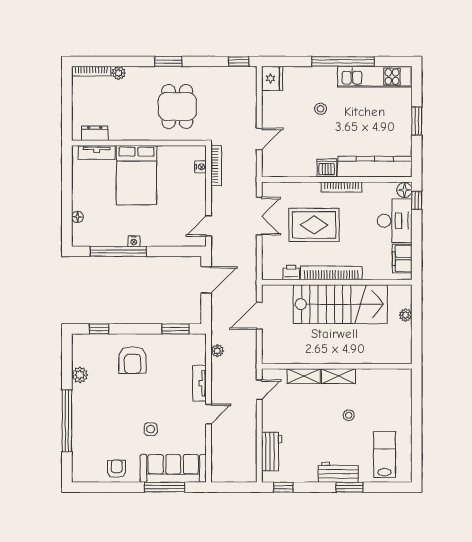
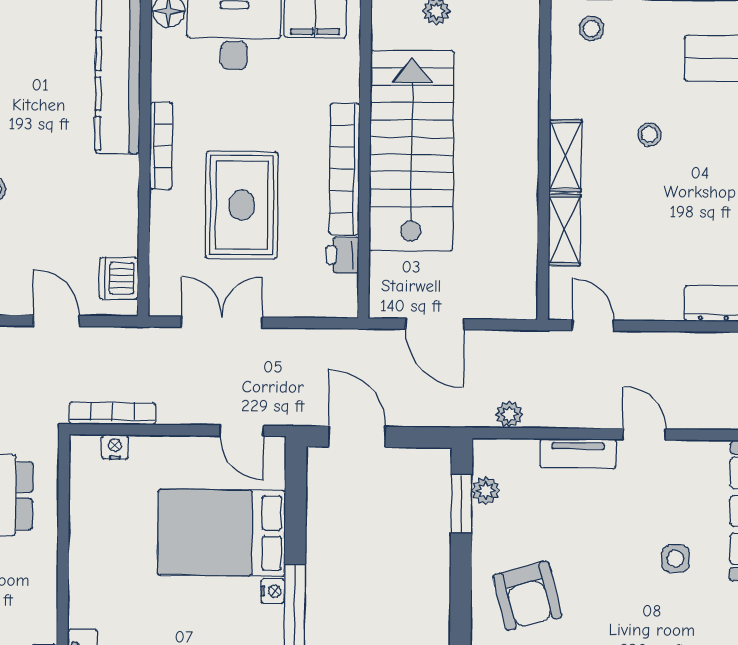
dishwasher: (327, 168) -> (119, 278), moved
bed: (136, 175) -> (221, 533), moved, turned 180
plant: (182, 340) -> (486, 491), added
armchair: (133, 360) -> (527, 596), turned 75
stool: (398, 388) -> (591, 29), added

